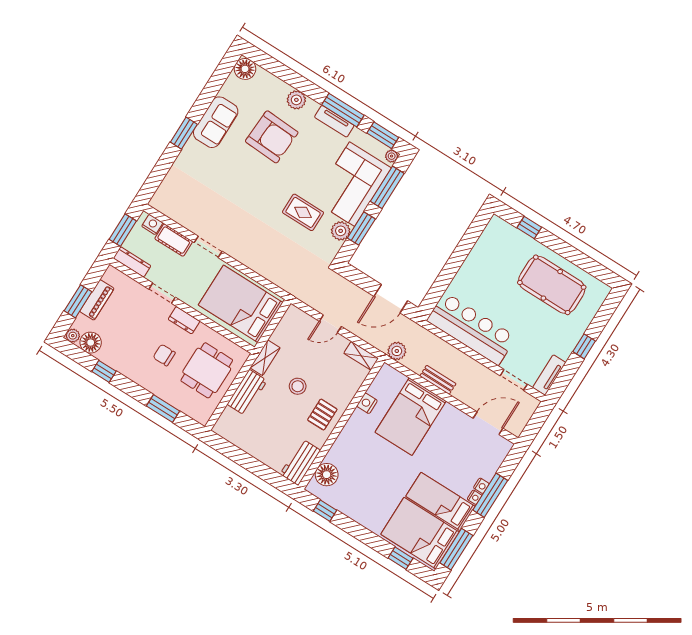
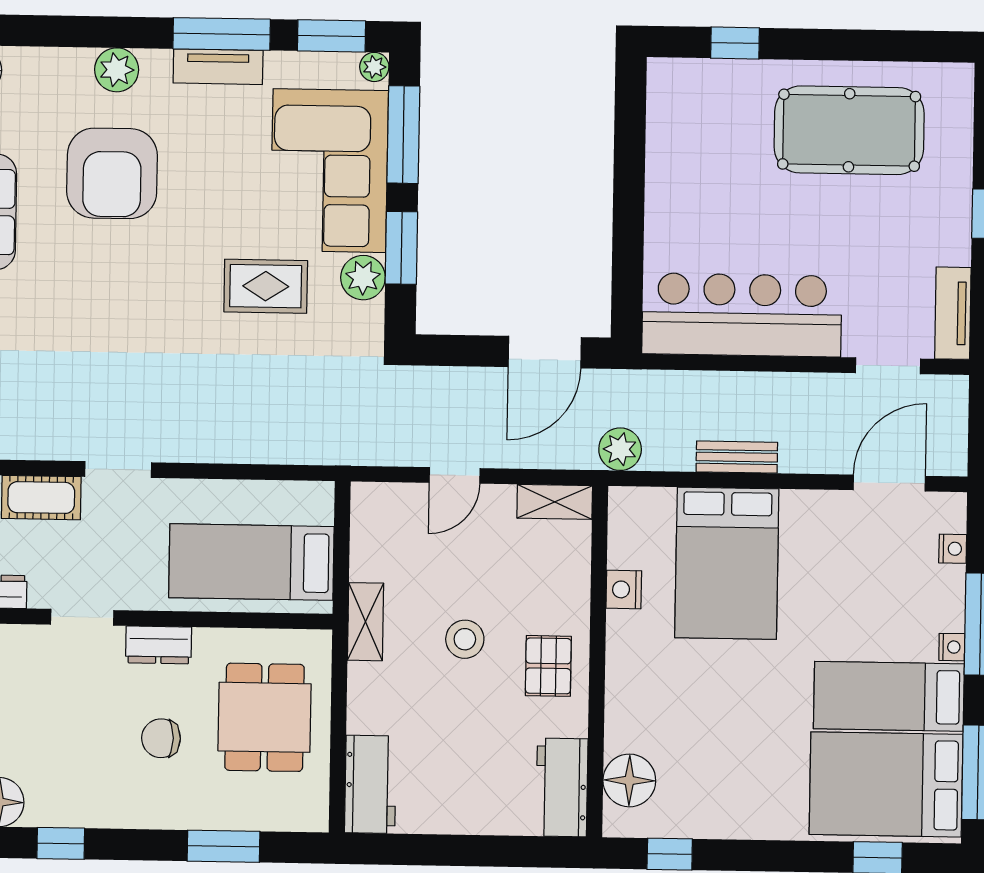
armchair: (272, 137) -> (112, 173), turned 87
bed: (241, 304) -> (251, 562), width x0.67
workbench: (247, 392) -> (370, 784), moved
nightstand: (481, 486) -> (953, 549), moved

